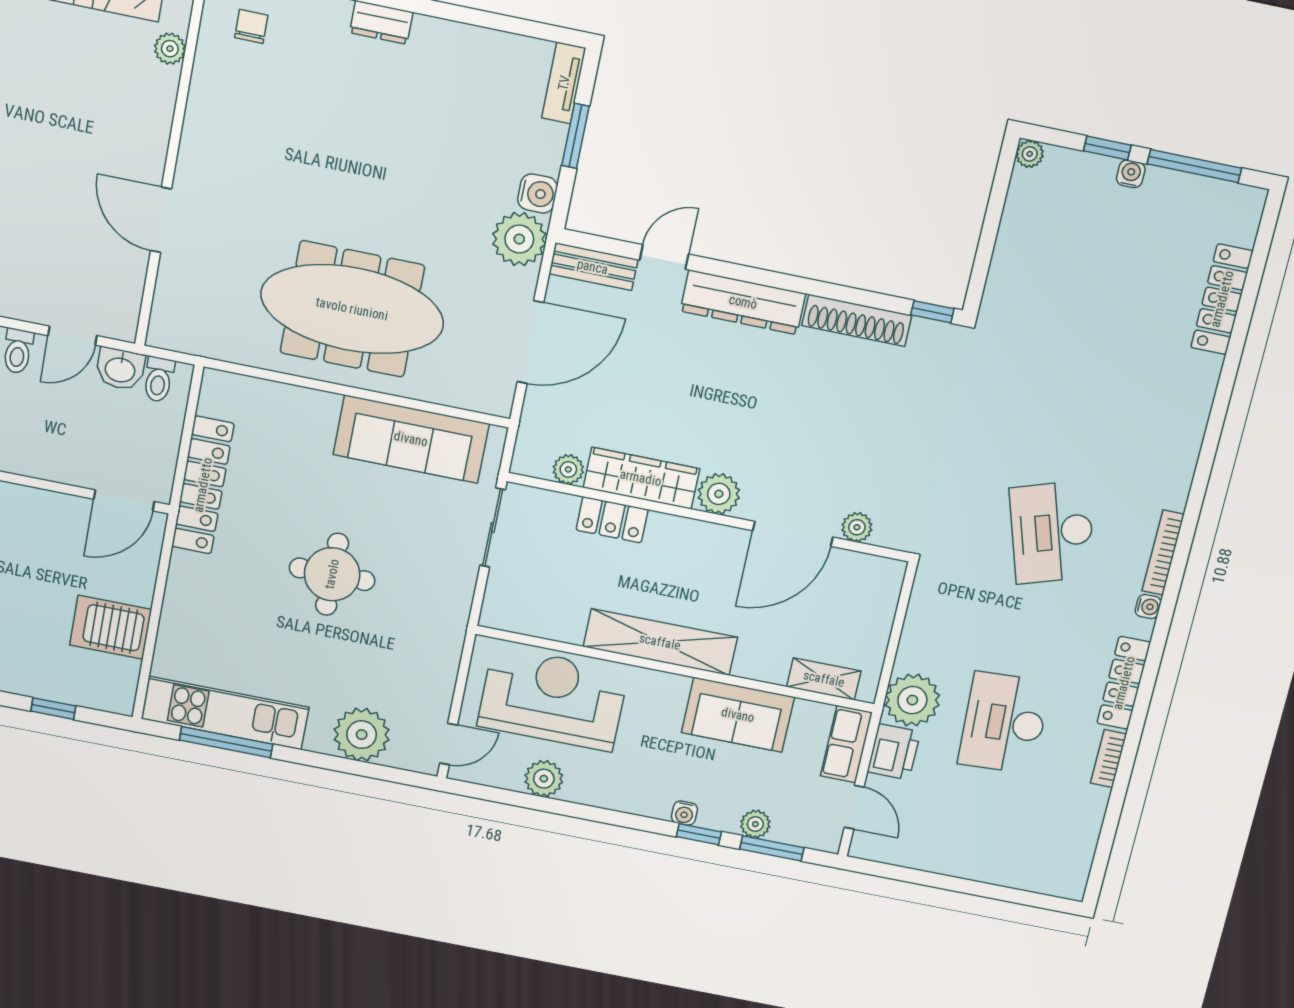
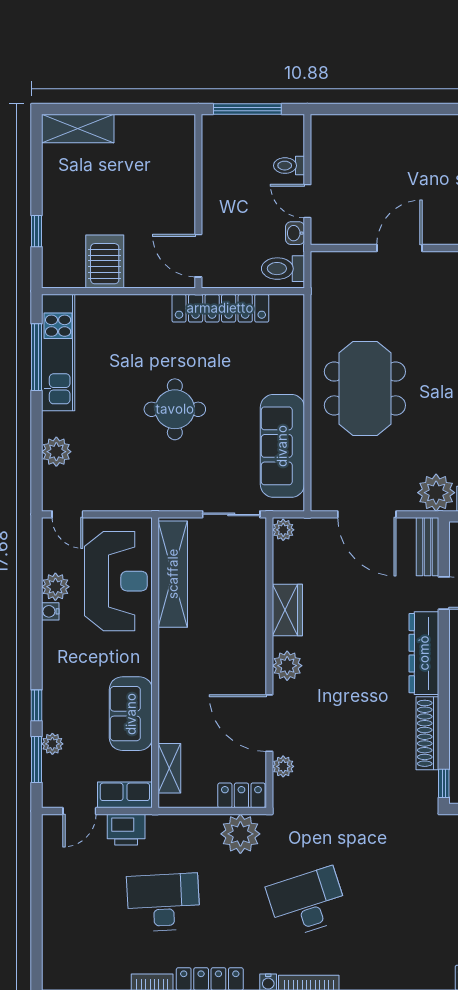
meeting table: (352, 309) -> (365, 388), width x0.73
washbasin: (120, 369) -> (295, 233), width x0.72, depth x0.69
toilet: (159, 379) -> (283, 269), width x1.37, depth x1.39
plant: (568, 469) -> (283, 530), moved
wardrobe: (641, 478) -> (287, 610), width x0.67
locker: (612, 520) -> (241, 795), moved, turned 90
shelving: (660, 642) -> (173, 574), moved
plant: (912, 700) -> (240, 834), moved
plant: (362, 735) -> (56, 452), width x0.73, depth x0.73
water cooler: (684, 813) -> (50, 611), moved

